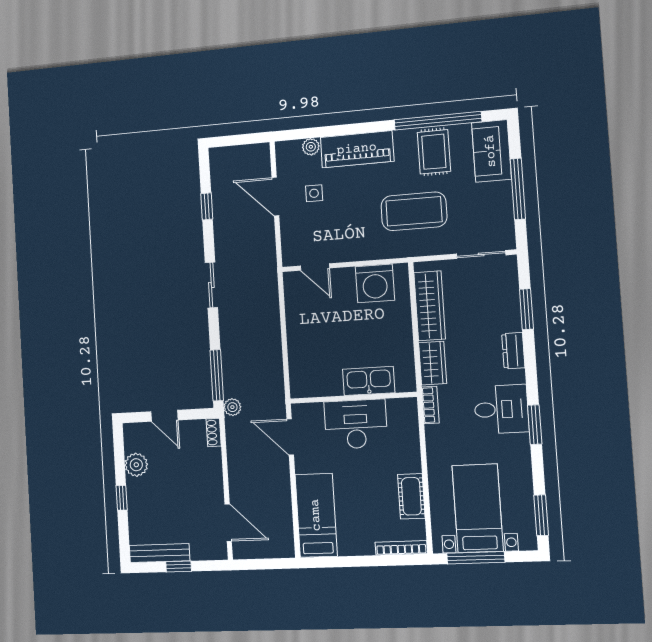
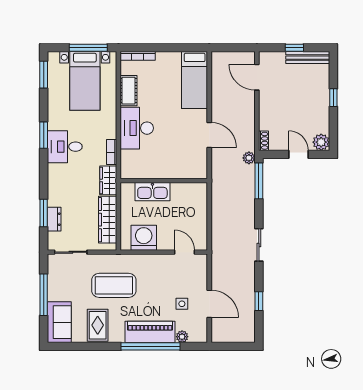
window: (438, 121) -> (150, 346), moved
dresser: (513, 351) -> (54, 219), moved
kitchen sink: (369, 381) -> (152, 192), moved
wall: (353, 398) -> (164, 181), moved
desk: (356, 424) -> (137, 128), moved, turned 90
plant: (136, 465) -> (321, 142), moved

